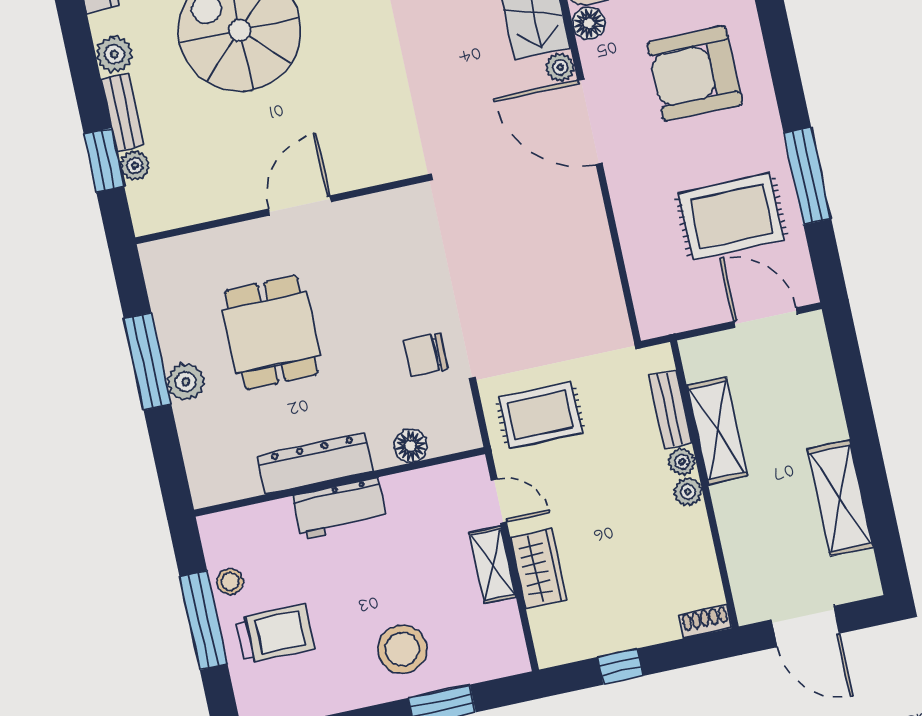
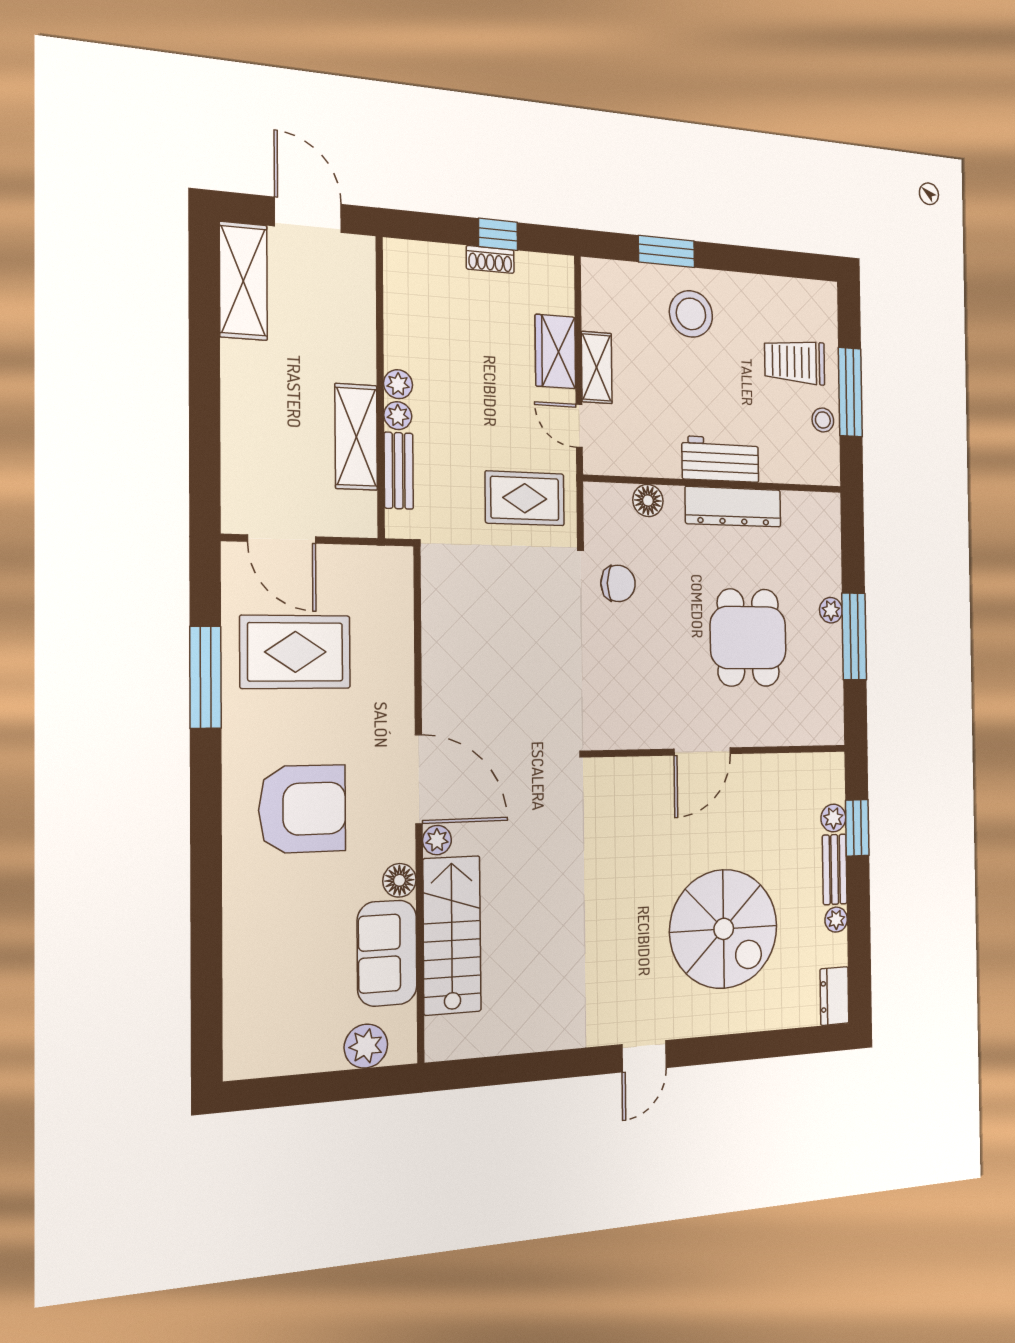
plant: (114, 54) -> (836, 920), width x0.73, depth x0.73
plant: (186, 382) -> (831, 610), width x0.73, depth x0.73
shelving: (840, 498) -> (243, 281), moved
shoe rack: (705, 622) -> (490, 259), moved

